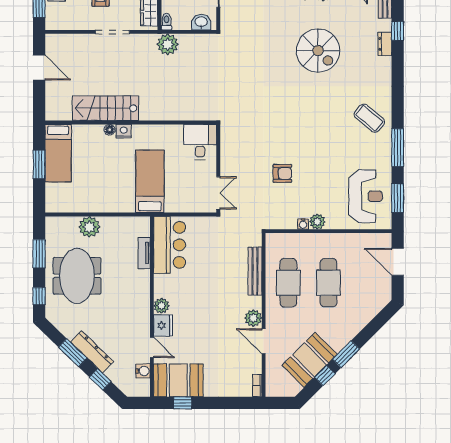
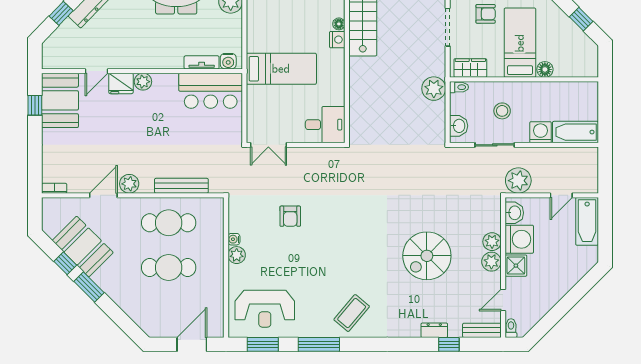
water cooler: (143, 371) -> (228, 61), moved

